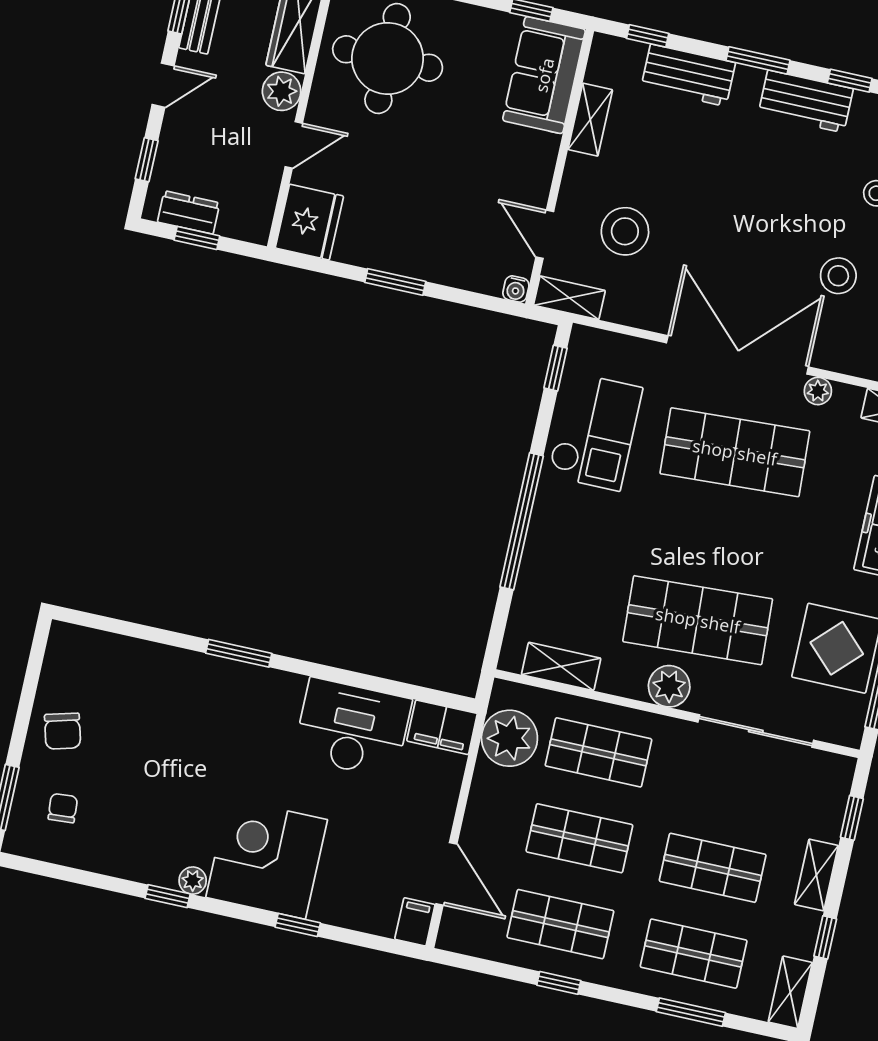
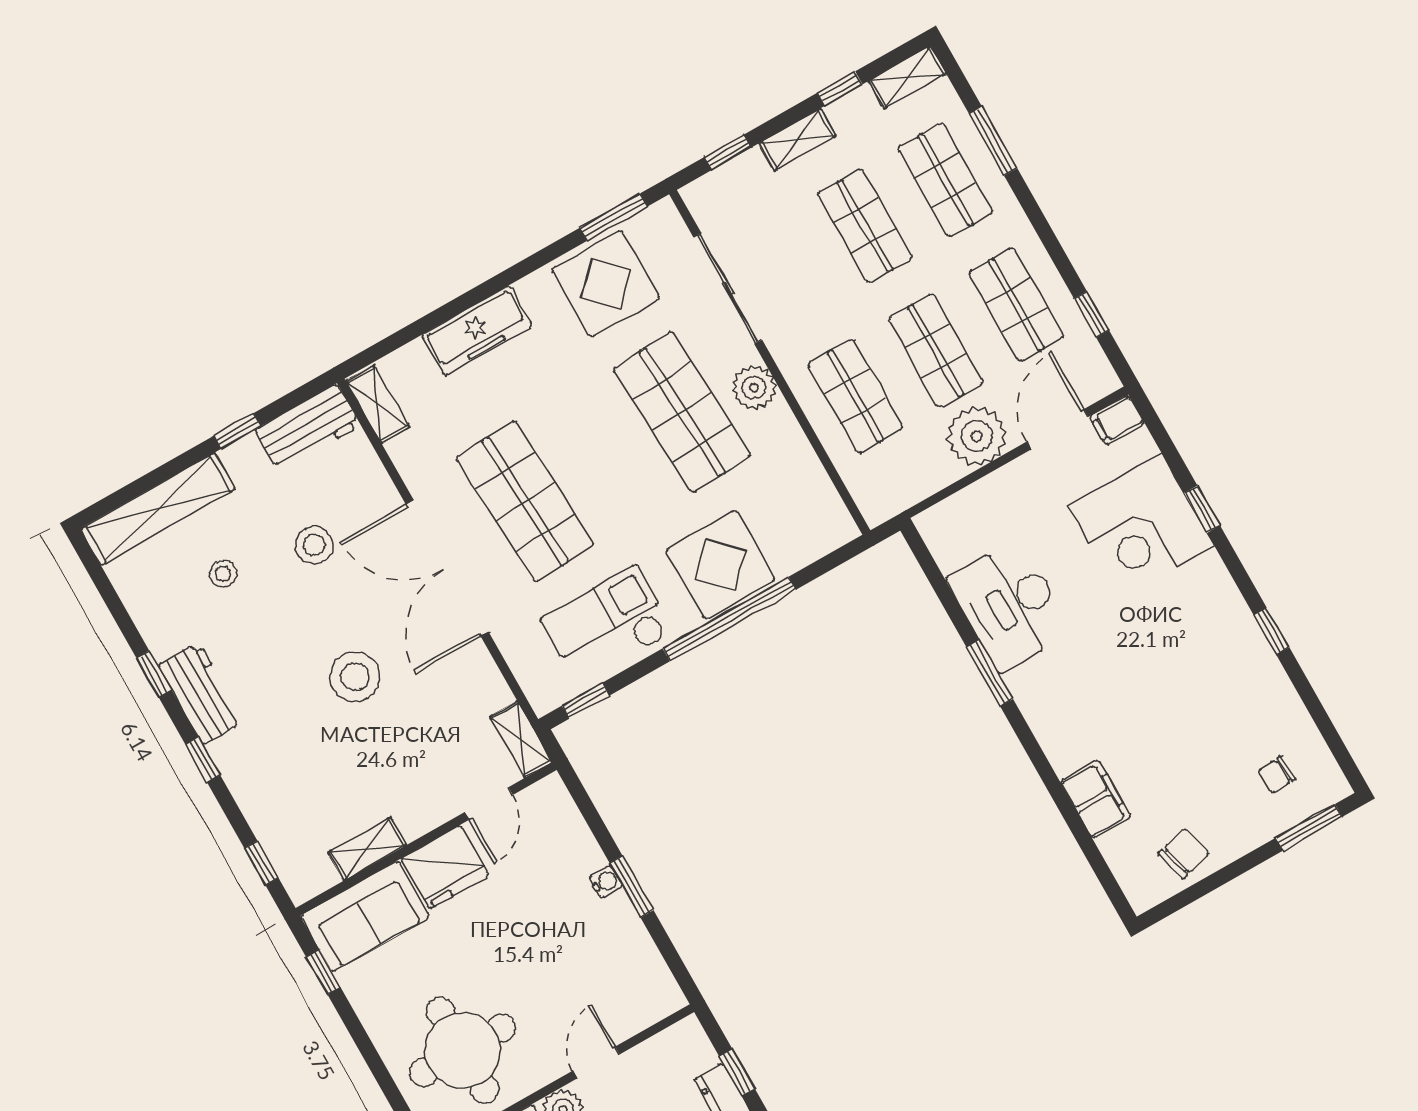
window: (758, 60) -> (203, 760), width x0.67
workbench: (688, 75) -> (264, 804), removed
door: (294, 145) -> (596, 1062), hinge flipped
fridge: (309, 222) -> (445, 867), moved, turned 180
stool: (625, 231) -> (355, 677), moved
water cooler: (516, 289) -> (606, 882), moved
plant: (818, 391) -> (419, 480), removed
display table: (566, 550) -> (720, 565), added
window: (239, 653) -> (990, 673), moved
shelving: (561, 666) -> (815, 486), removed
filing cabinet: (442, 727) -> (1096, 799), moved
chair: (63, 731) -> (1184, 853), moved
plant: (509, 738) -> (977, 436), moved
corner desk: (267, 859) -> (1141, 526), moved
plant: (193, 881) -> (1242, 623), removed
window: (559, 983) -> (1091, 314), moved

